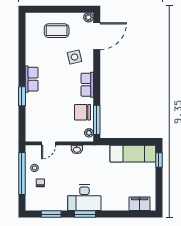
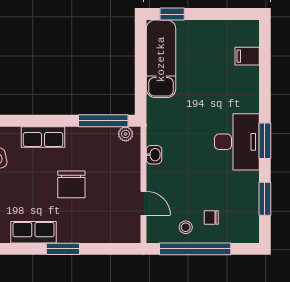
chair: (83, 112) -> (71, 184), moved
filing cabinet: (140, 204) -> (247, 56), width x0.50

